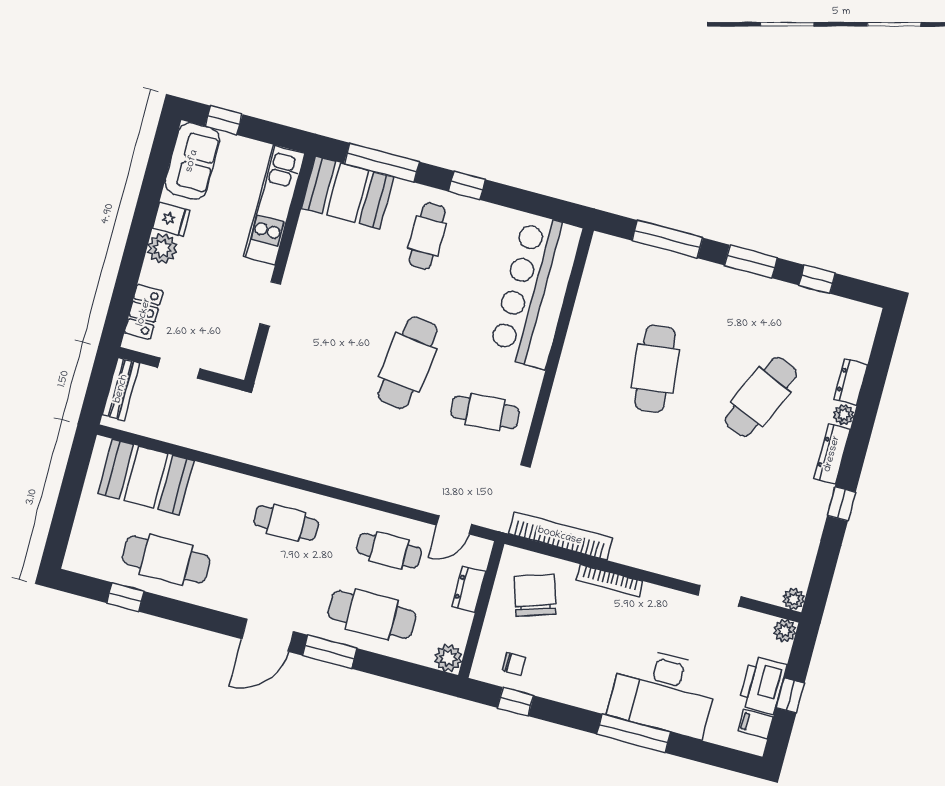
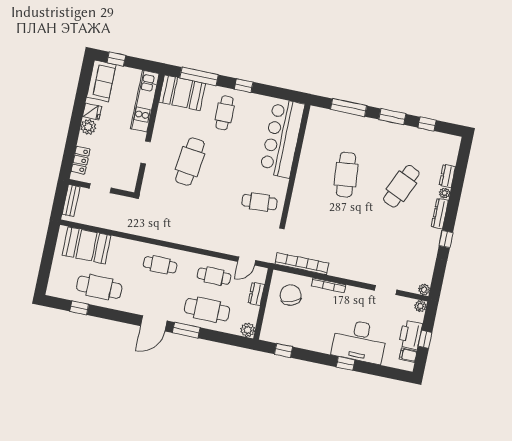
cafe table: (408, 363) -> (190, 162), moved
chair: (514, 664) -> (282, 331), removed
window: (634, 733) -> (345, 363), width x0.46

